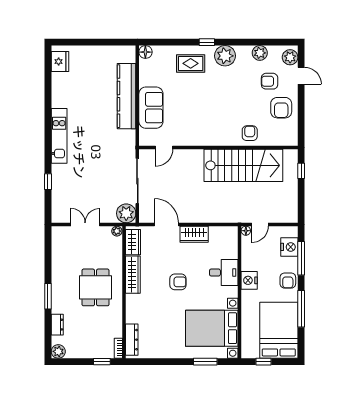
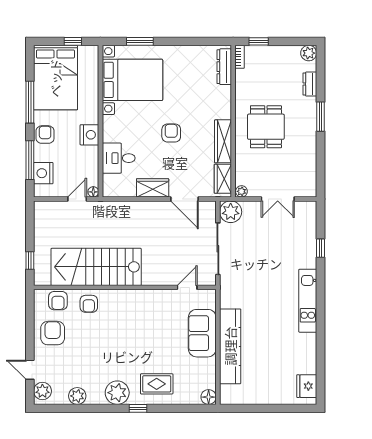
armchair: (270, 81) -> (58, 301), moved, turned 90
desk: (224, 272) -> (119, 158), moved
armchair: (178, 282) -> (171, 133), turned 90

